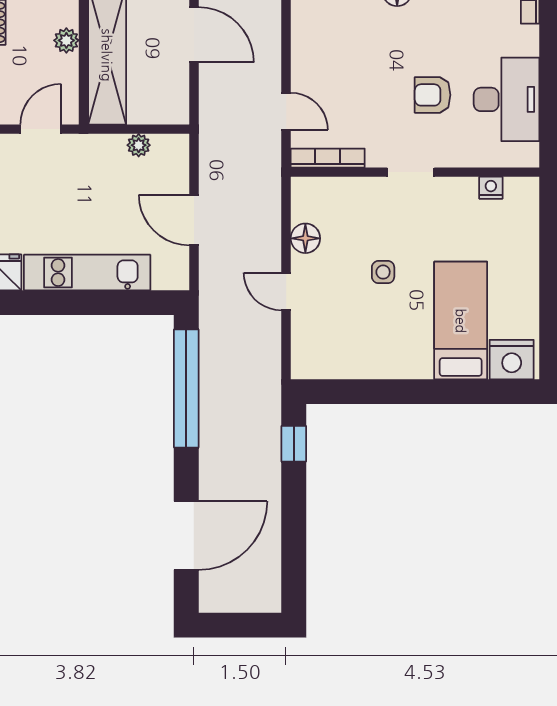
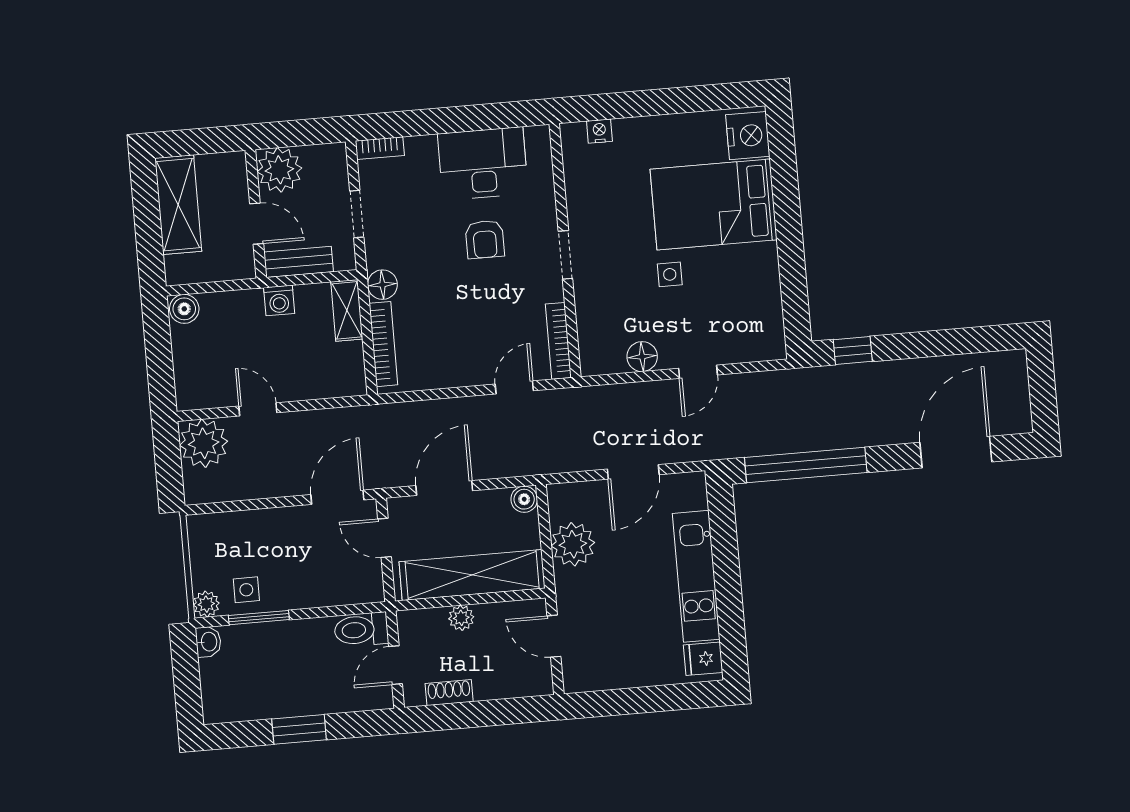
boiler: (176, 112) -> (524, 499), added
plant: (139, 145) -> (573, 544), width x1.88, depth x1.88
nightstand: (491, 188) -> (599, 131), moved, turned 90
bed: (461, 321) -> (714, 205), width x1.50
door: (186, 536) -> (956, 452), hinge flipped

